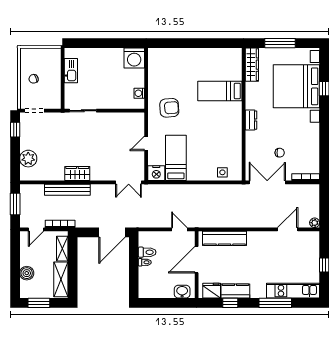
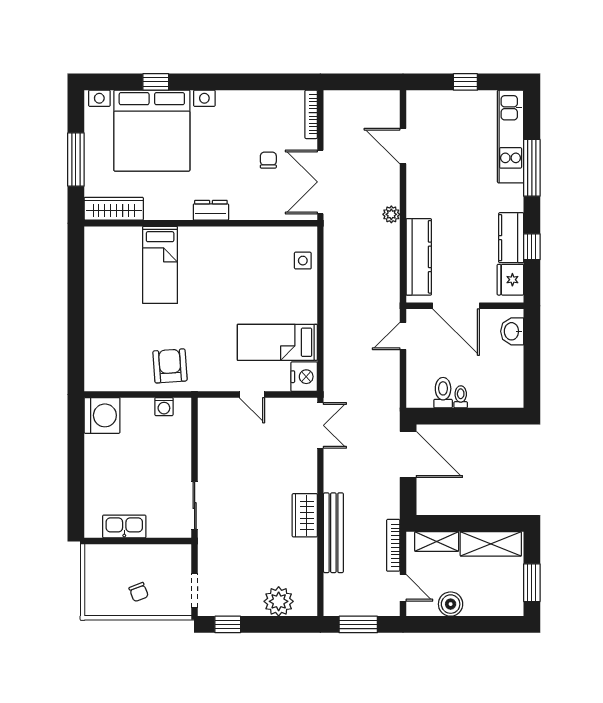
armchair: (169, 108) -> (170, 366), moved
plant: (315, 223) -> (391, 214), moved
boiler: (27, 273) -> (451, 604), moved

